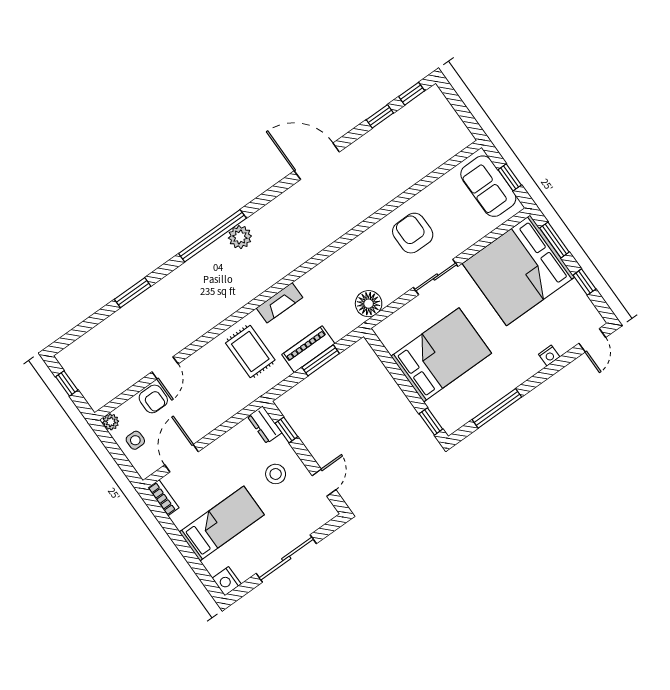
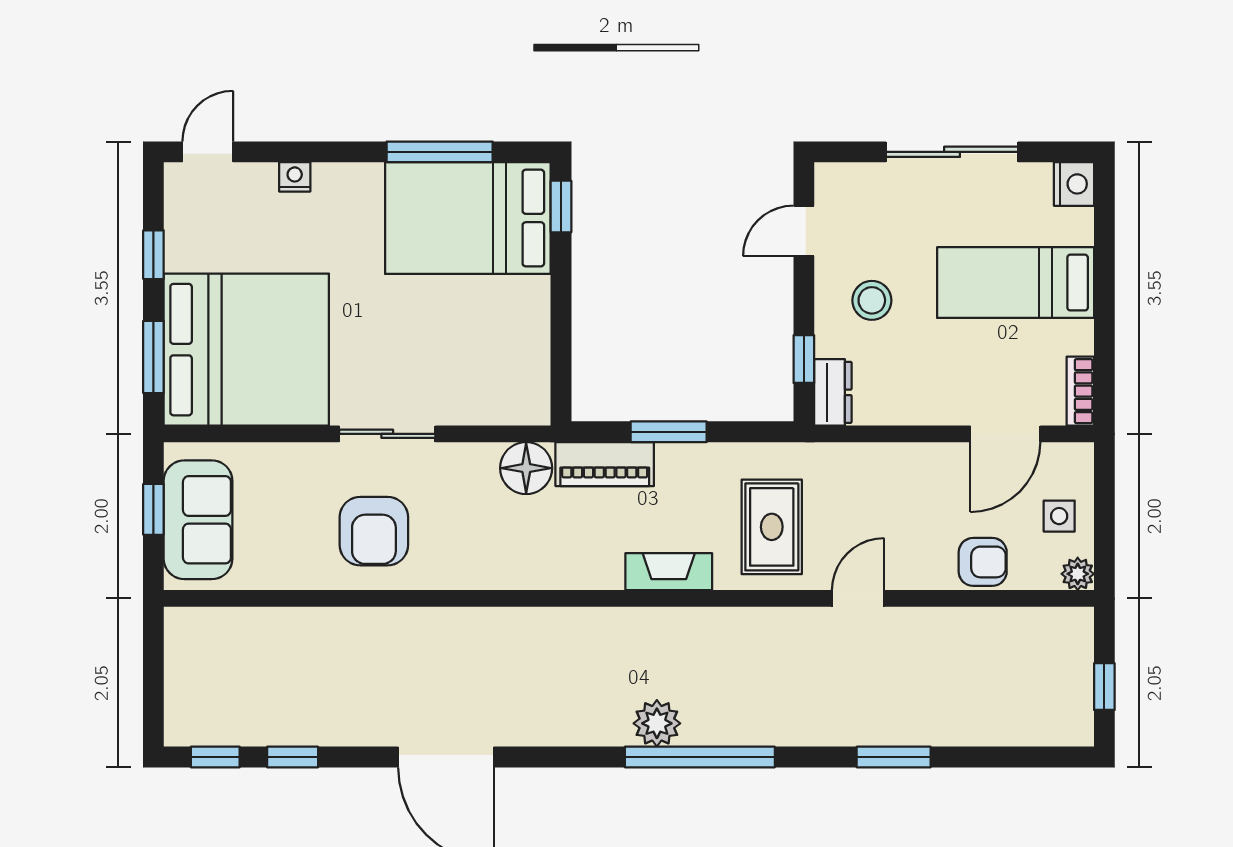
piano: (308, 349) -> (605, 464), moved
bed: (441, 355) -> (468, 218), moved
door: (165, 368) -> (858, 598), moved
armchair: (153, 399) -> (983, 562), turned 90

